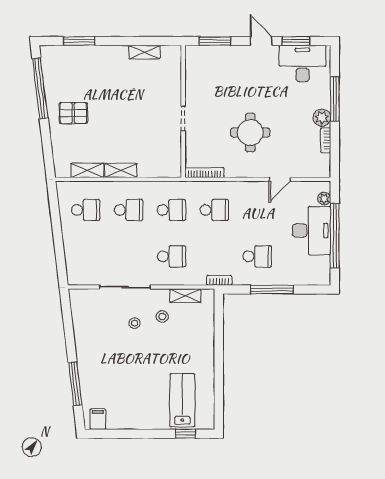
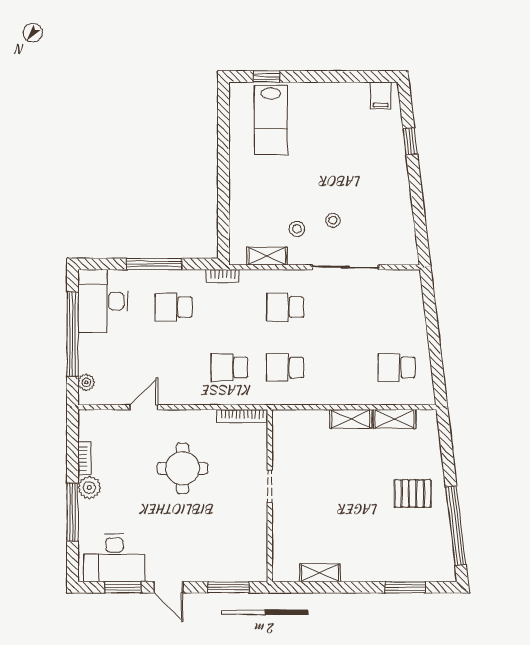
school desk: (129, 210) -> (341, 367), removed
desk: (311, 231) -> (103, 301), moved
window: (75, 384) -> (410, 141), width x0.46

